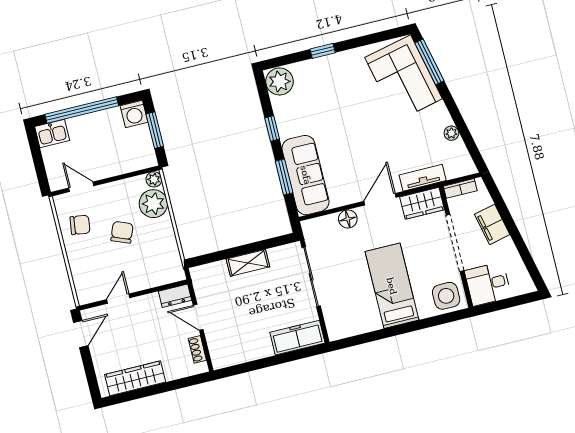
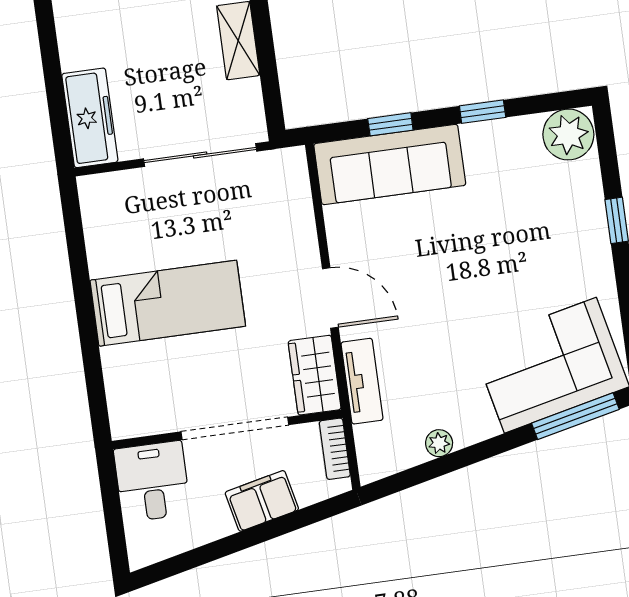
window: (284, 177) -> (390, 124), width x0.67
floor lamp: (348, 219) -> (300, 234), removed
side table: (446, 296) -> (138, 402), removed

